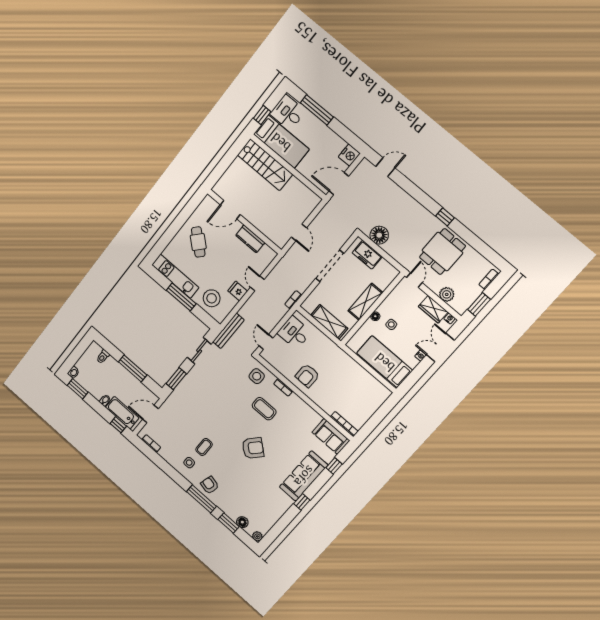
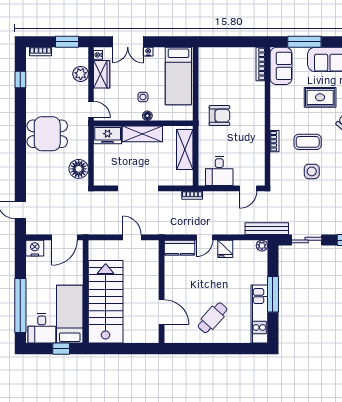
window: (317, 110) -> (20, 306), width x1.46
stairs: (265, 165) -> (106, 302), width x1.36, depth x1.51
door: (339, 184) -> (65, 237), hinge flipped
window: (445, 217) -> (20, 80), moved
door: (299, 232) -> (132, 237), hinge flipped
kitchen counter: (250, 239) -> (179, 248), moved, turned 90
dining table: (442, 252) -> (47, 134), moved
freezer: (367, 255) -> (108, 135), moved, turned 90
door: (414, 280) -> (91, 109), swing flipped
stool: (212, 298) -> (251, 266), removed
plant: (220, 318) -> (262, 246), added
side table: (257, 376) -> (312, 171), moved
armchair: (307, 376) -> (219, 116), moved
coffee table: (264, 409) -> (308, 142), turned 90
rug: (287, 443) -> (320, 97), added
window: (334, 466) -> (304, 42), width x2.17

